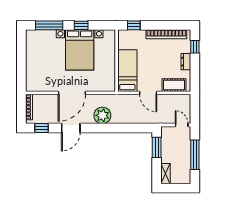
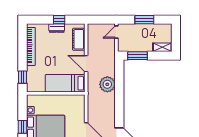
window: (195, 47) -> (59, 20), moved
door: (148, 93) -> (86, 64), swing flipped
plant: (102, 115) -> (107, 84), moved
window: (195, 155) -> (144, 20), width x0.69

